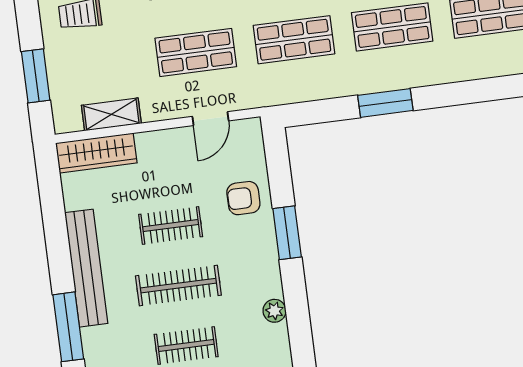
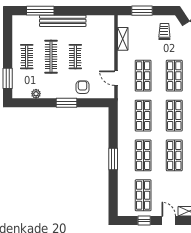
window: (385, 103) -> (113, 159), moved
wardrobe: (96, 153) -> (108, 31), removed

